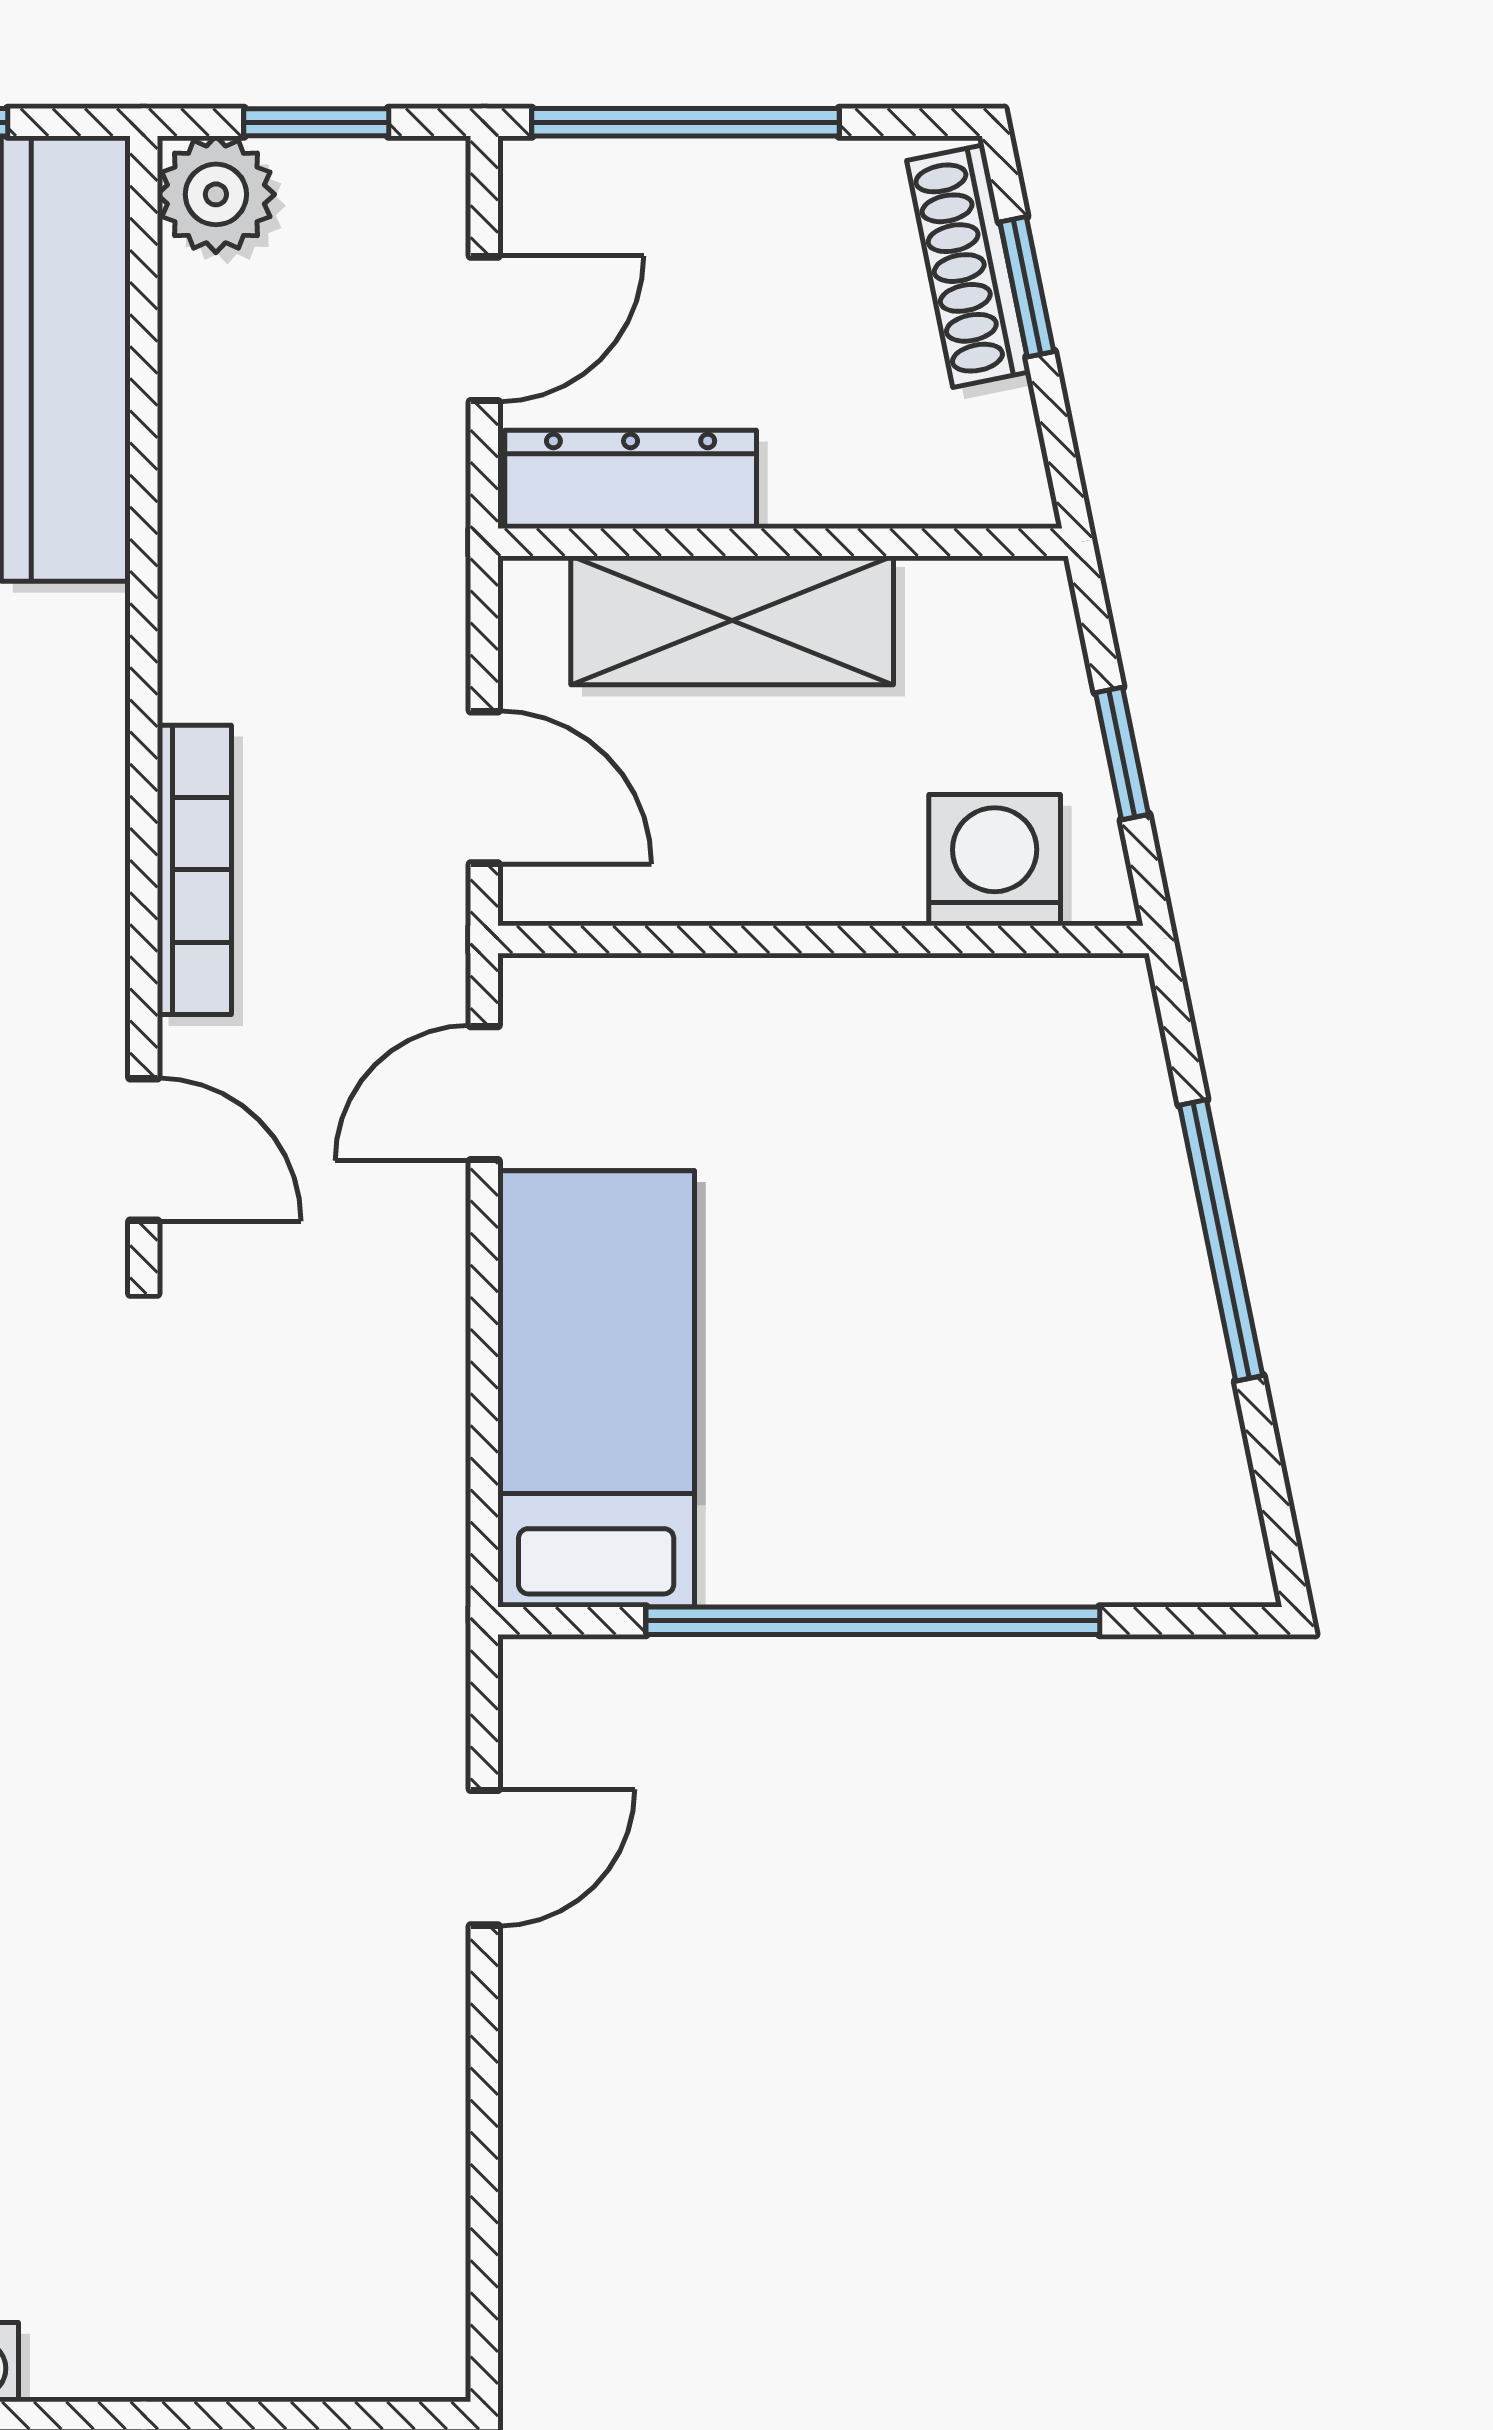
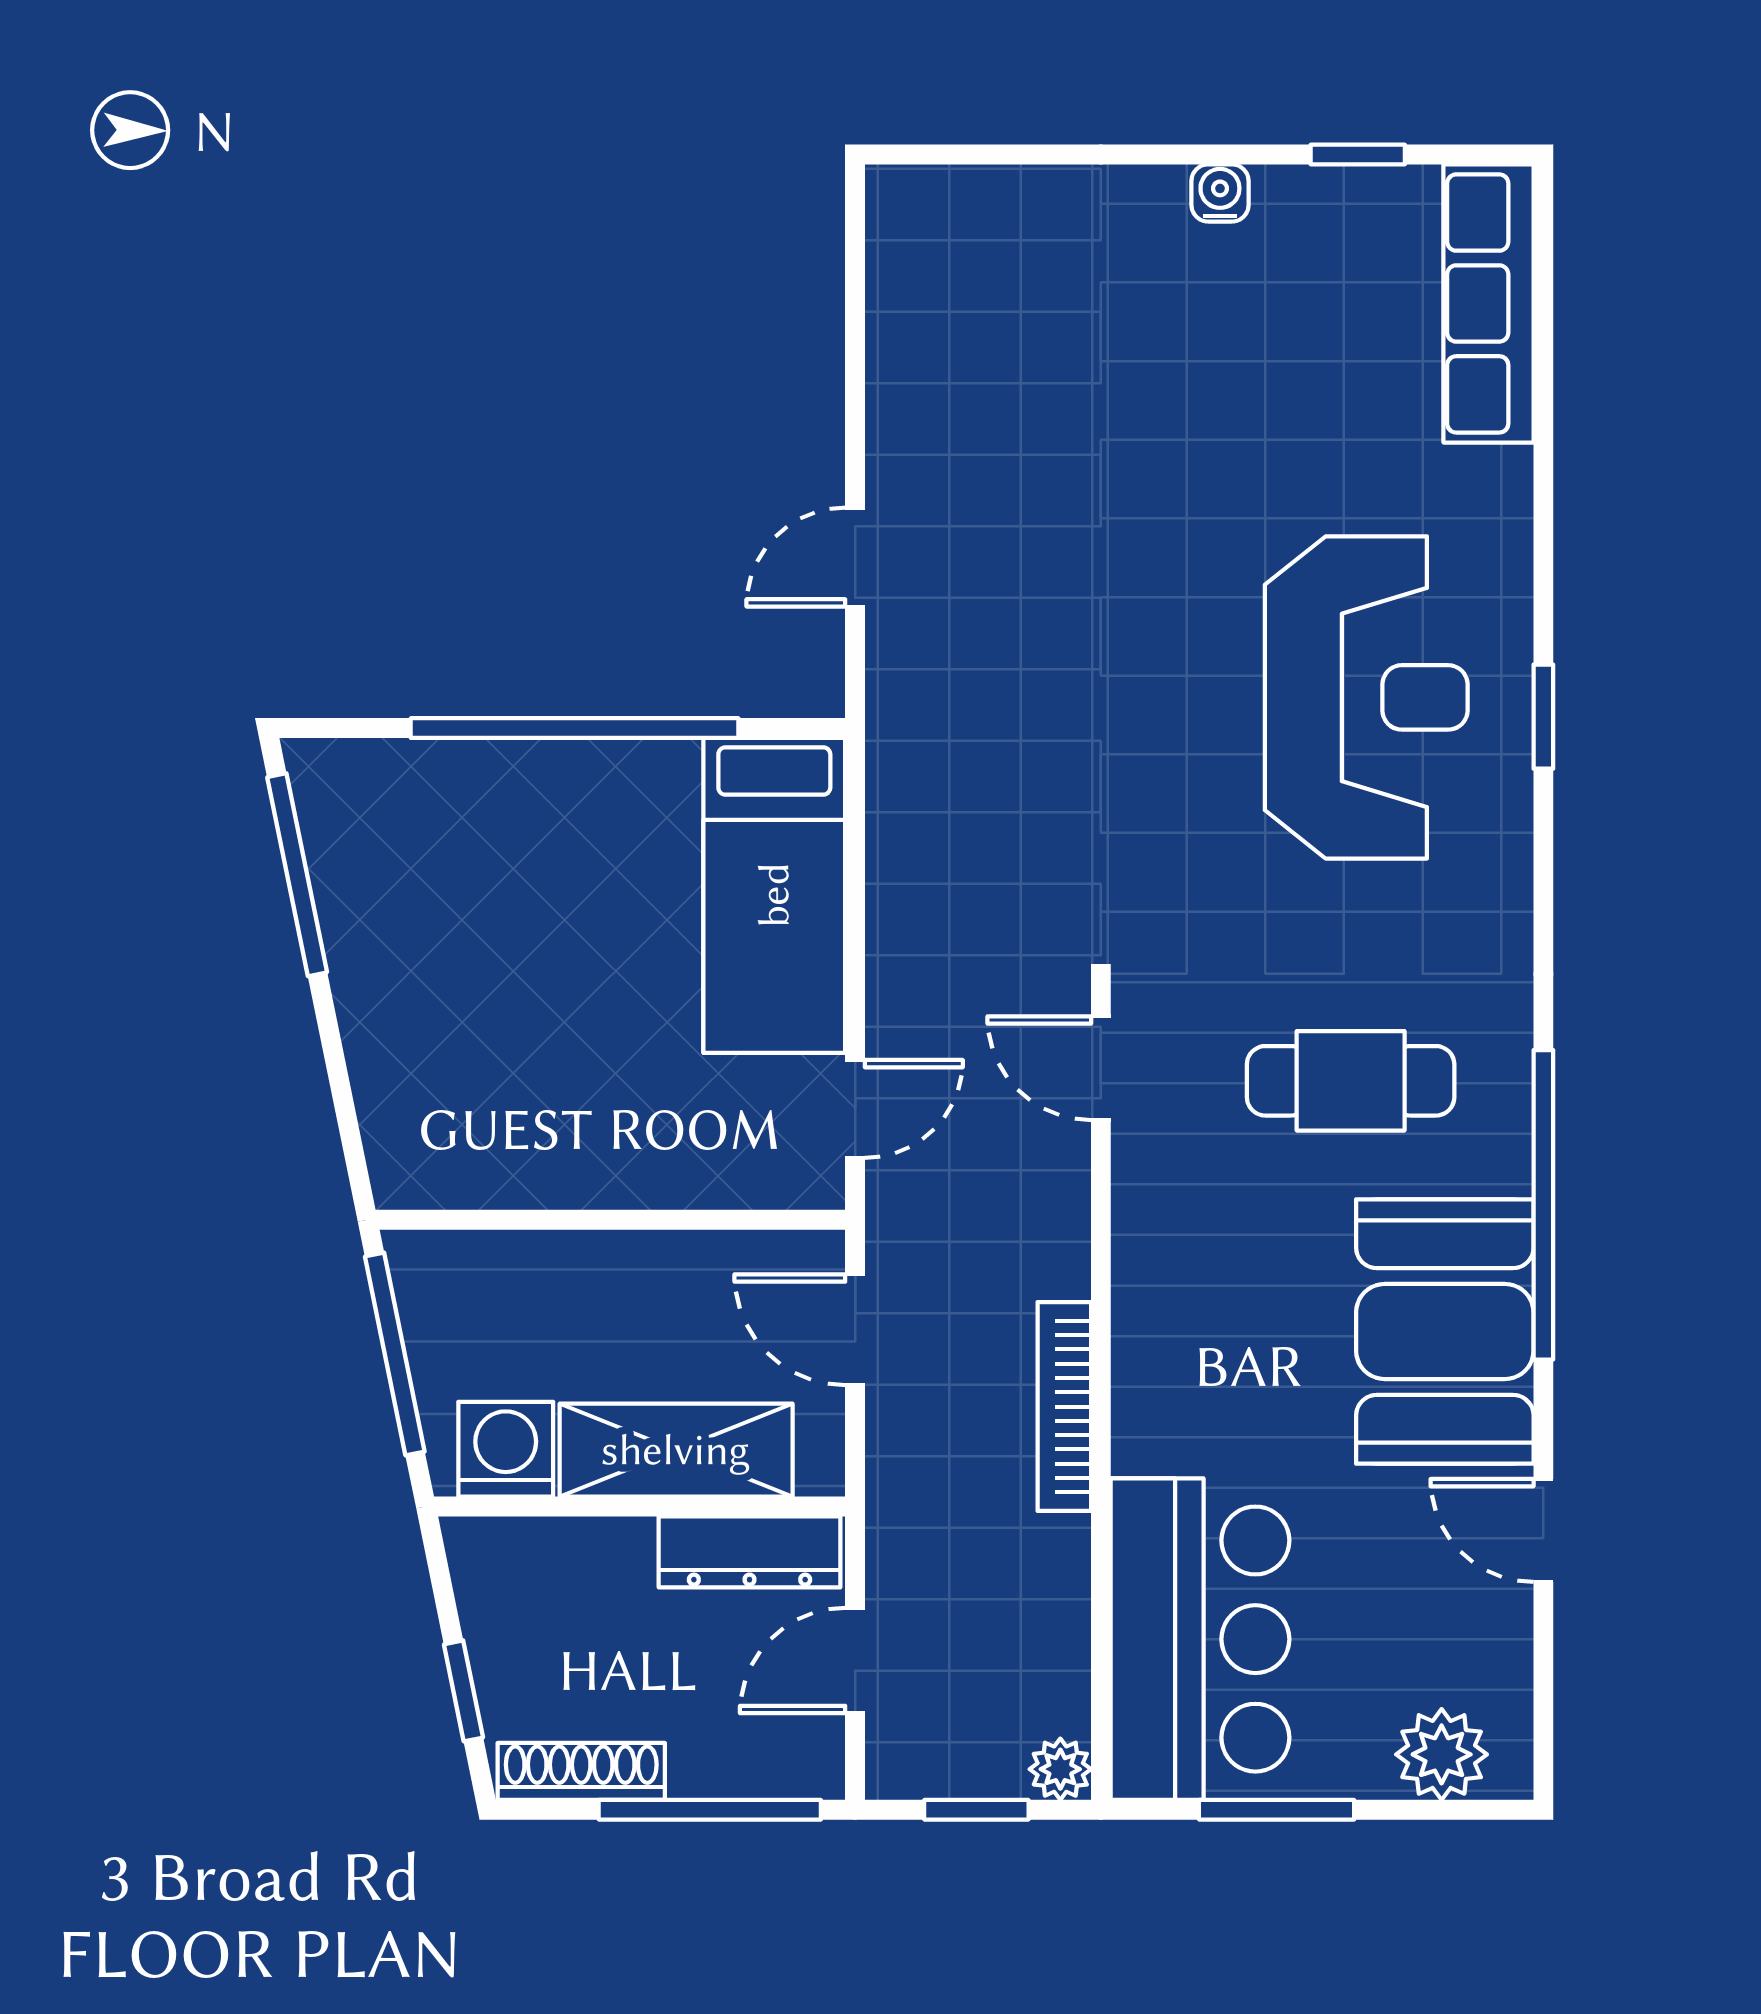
plant: (216, 194) -> (1060, 1769), width x0.73, depth x0.73
shoe rack: (968, 266) -> (581, 1771), moved, turned -78
window: (1122, 754) -> (395, 1354), width x2.17
washing machine: (995, 860) -> (506, 1449), moved, turned 180
bookcase: (194, 870) -> (1064, 1407), moved
window: (1221, 1240) -> (297, 875), moved

